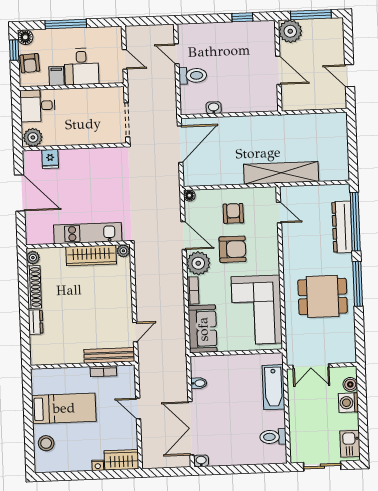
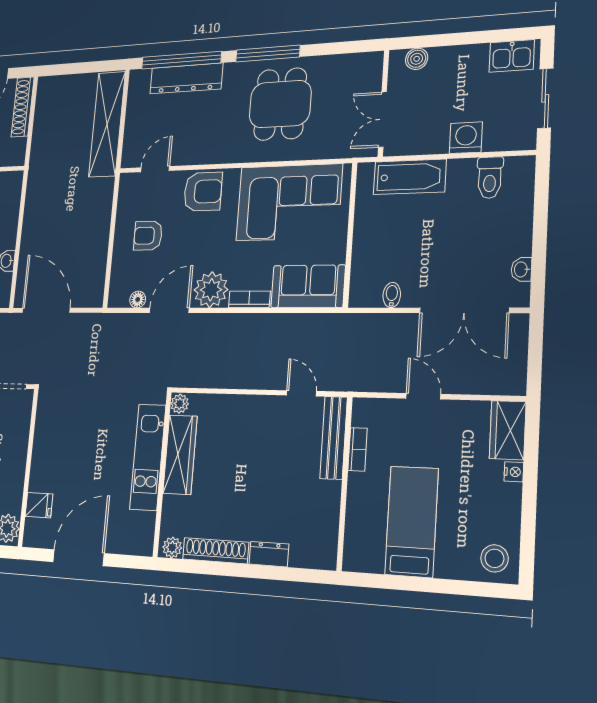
shoe rack: (325, 103) -> (23, 107), added
shelving: (281, 173) -> (107, 124), moved
floor lamp: (189, 195) -> (138, 299), moved
armchair: (232, 249) -> (203, 192), moved, turned 90
double door: (311, 366) -> (382, 119), swing flipped
washing machine: (348, 403) -> (466, 138), moved, turned 180
door: (138, 409) -> (423, 396), swing flipped
stool: (46, 443) -> (495, 558), moved
washbasin: (201, 461) -> (521, 269), moved

